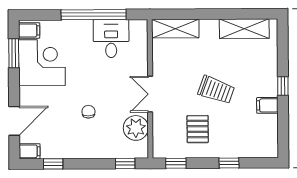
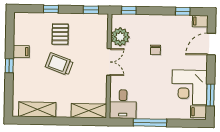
window: (94, 15) -> (150, 123), width x0.68
desk: (111, 39) -> (123, 104), moved
pallet: (198, 129) -> (60, 34), moved

